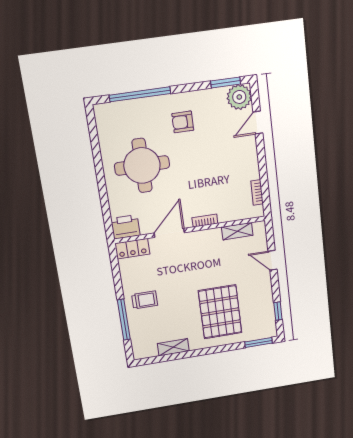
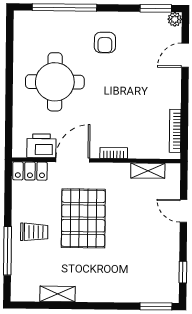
plant: (239, 97) -> (175, 19), width x0.53, depth x0.53
armchair: (183, 122) -> (105, 43), turned -90
bookcase: (257, 192) -> (175, 131), width x1.56
printer: (125, 227) -> (41, 146), moved
pallet: (220, 312) -> (83, 218), moved

